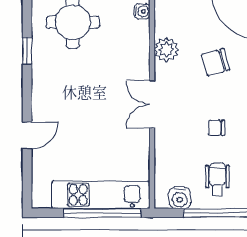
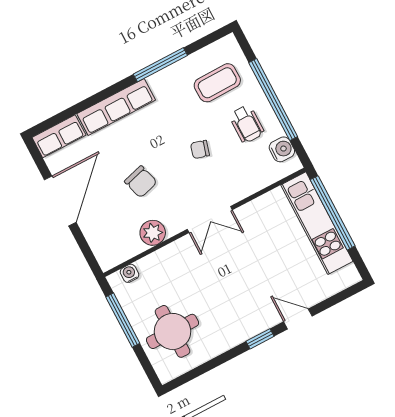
window: (27, 51) -> (260, 339), moved
chair: (217, 128) -> (200, 149), turned 106
wheelchair: (217, 179) -> (247, 124), turned -90

